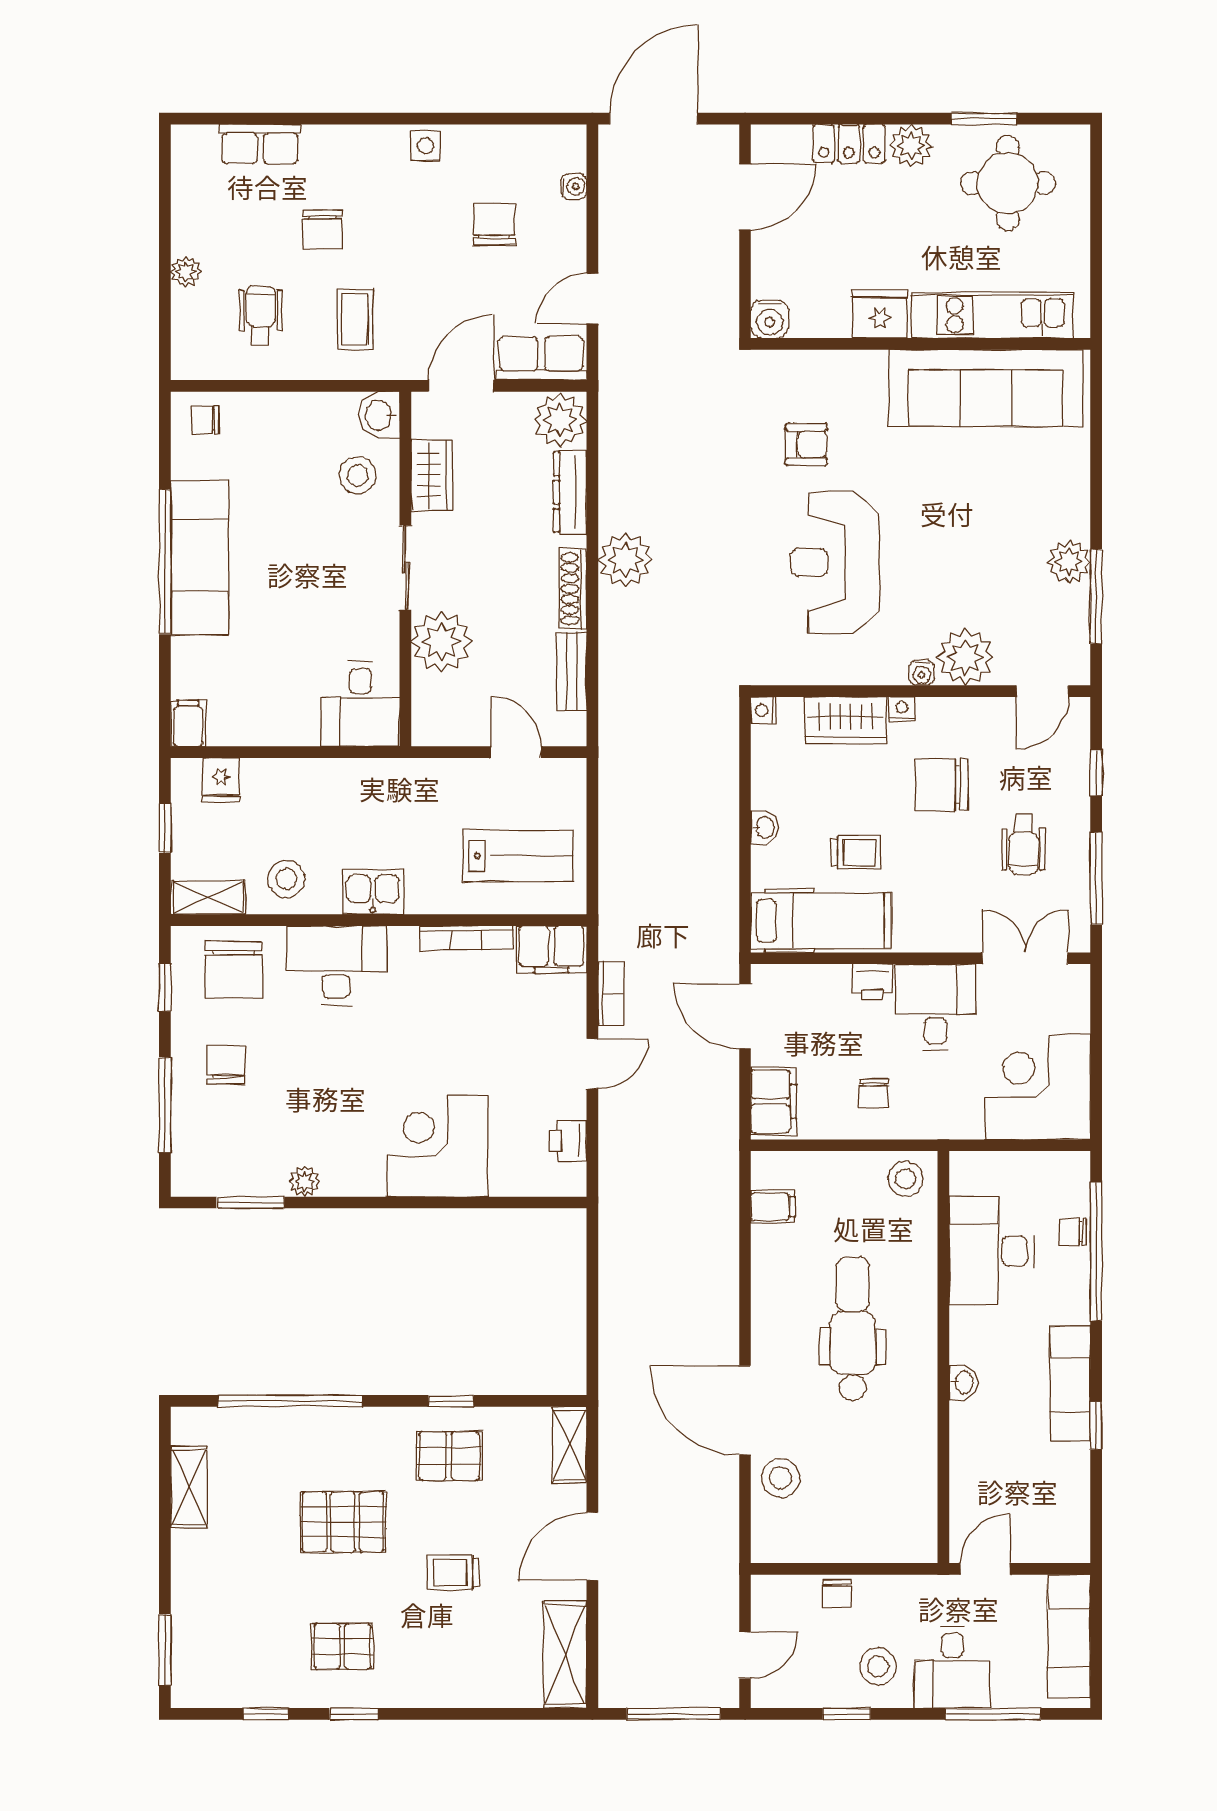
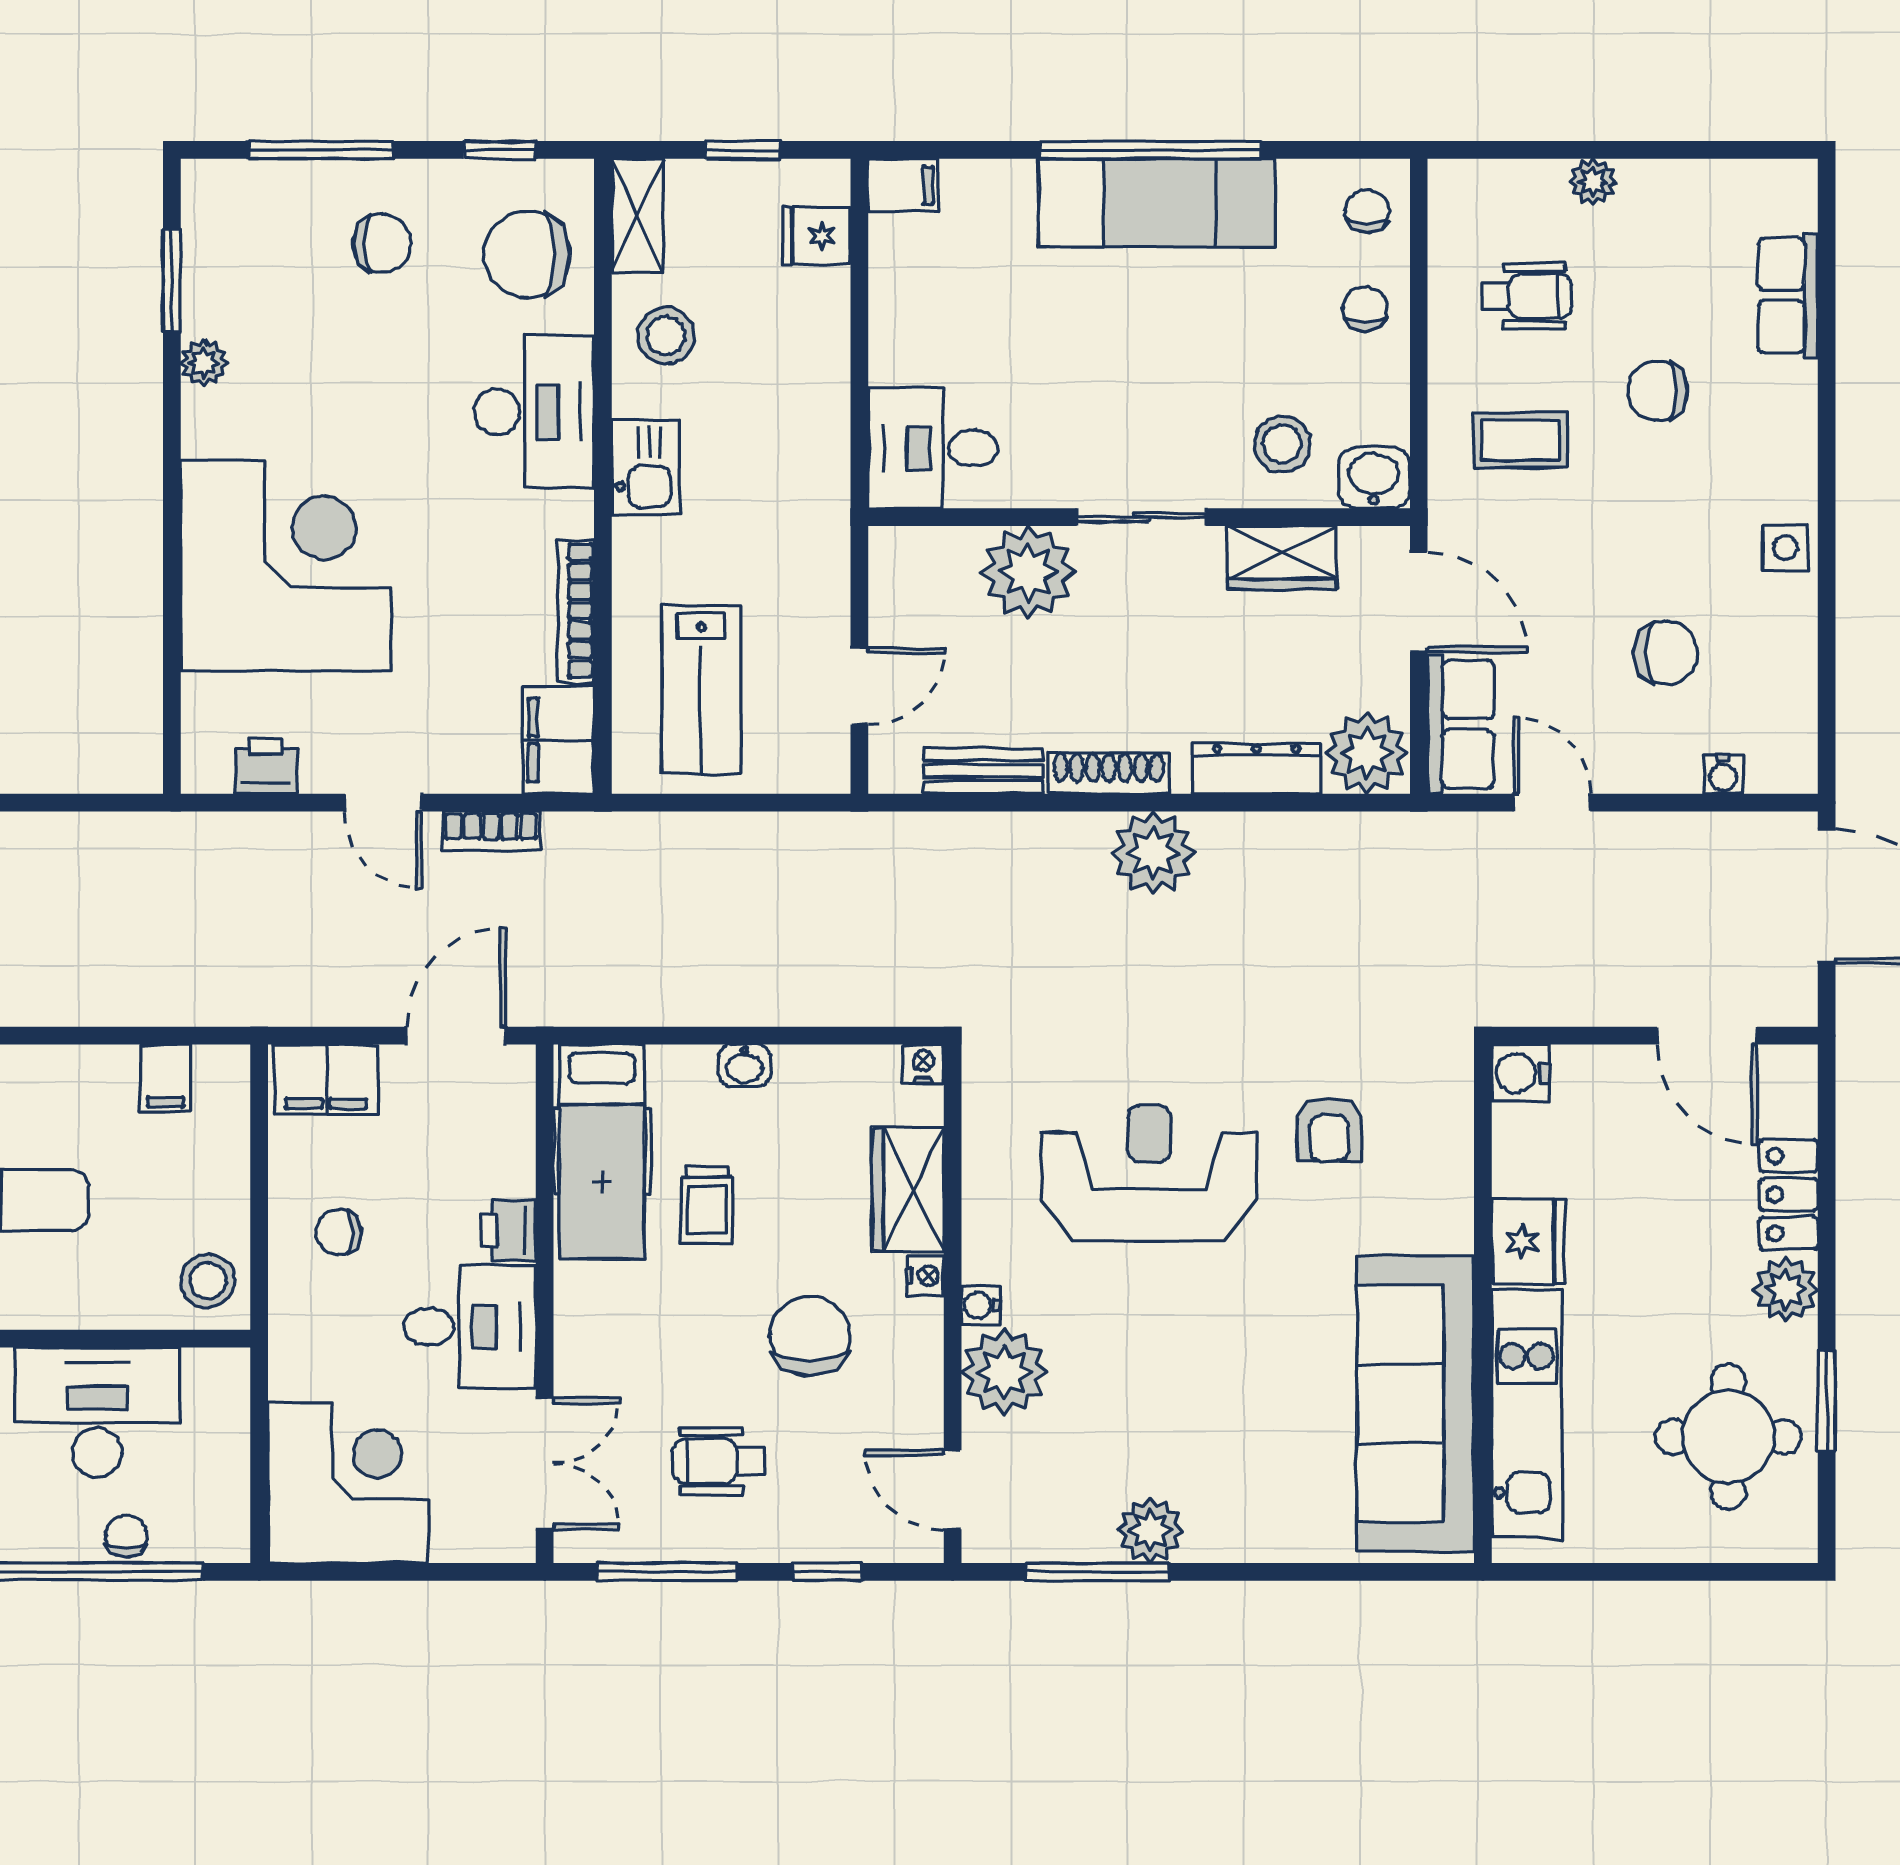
chair: (269, 421) -> (1365, 308), added
corner desk: (437, 1146) -> (286, 566), width x1.36, depth x1.36

